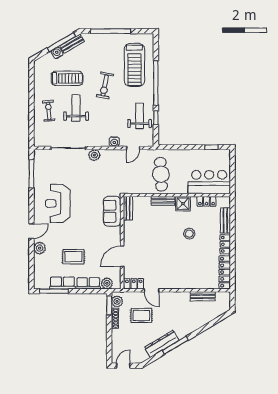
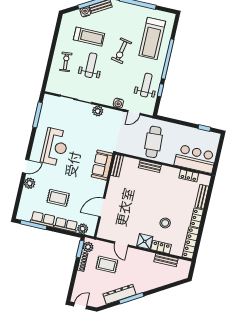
reception desk: (58, 203) -> (55, 147), turned 180
shower: (183, 204) -> (145, 241), moved
stool: (189, 234) -> (165, 223), moved
locker: (134, 284) -> (161, 247), moved

